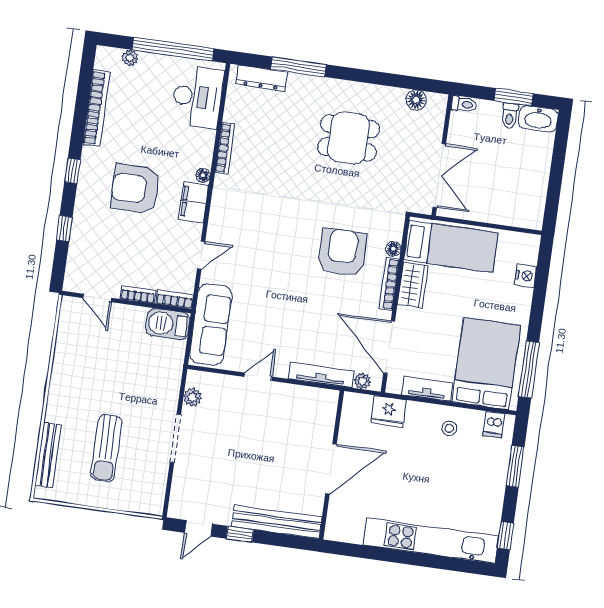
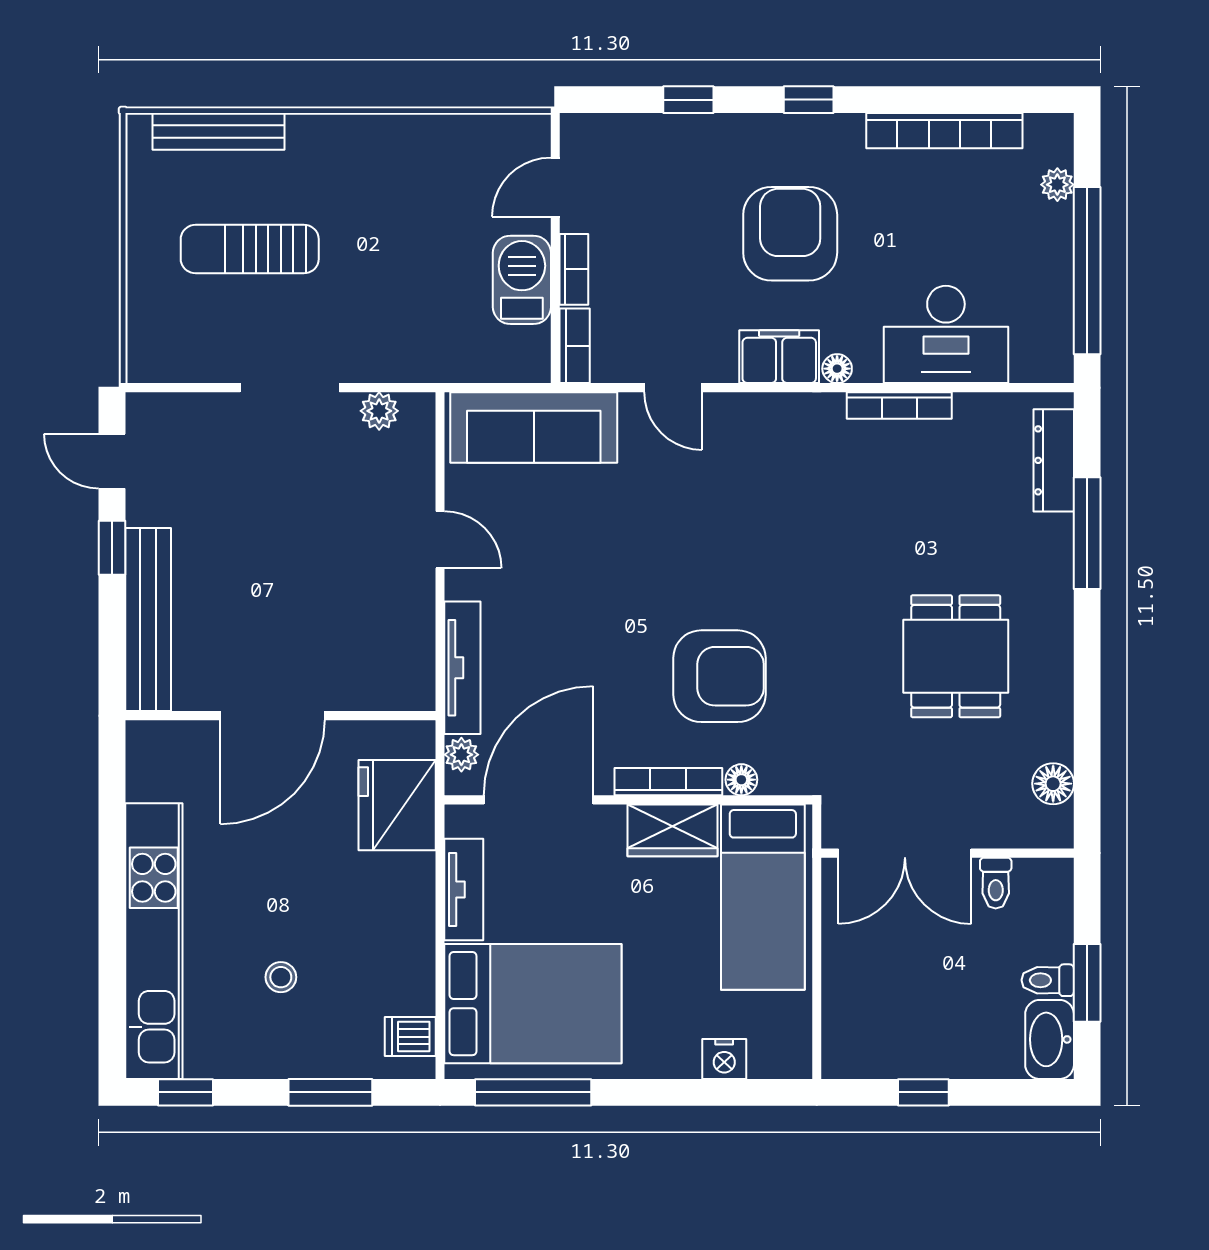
desk: (197, 97) -> (946, 334), moved
toilet: (464, 104) -> (996, 883), moved
window: (555, 183) -> (923, 1092), added
barbecue: (168, 324) -> (522, 280), moved
fridge: (389, 411) -> (397, 805), width x1.36, depth x1.34
stool: (449, 428) -> (281, 977), moved
door: (331, 469) -> (272, 716), hinge flipped

